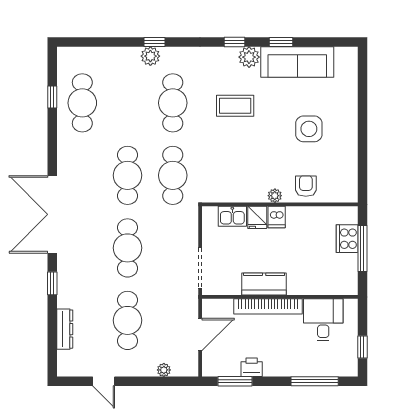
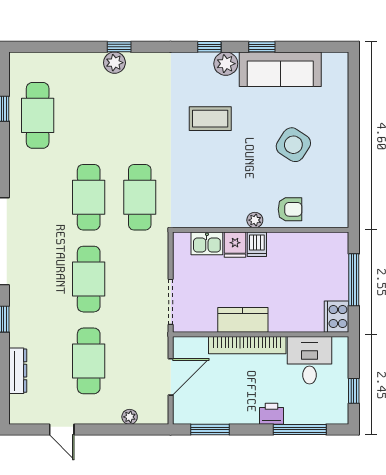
cafe table: (173, 103) -> (140, 115), removed
side table: (309, 129) -> (293, 145), turned 33
armchair: (306, 186) -> (290, 209), turned 90
cooker: (347, 239) -> (337, 317), moved
printer: (252, 367) -> (272, 414), moved

